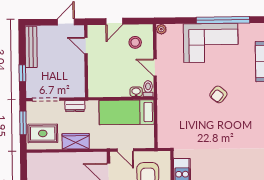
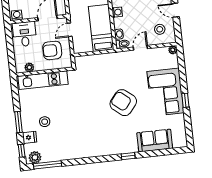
window: (223, 20) -> (185, 100), width x0.32
washing machine: (110, 91) -> (117, 12), added
armchair: (218, 94) -> (123, 103), width x1.88, depth x1.88

